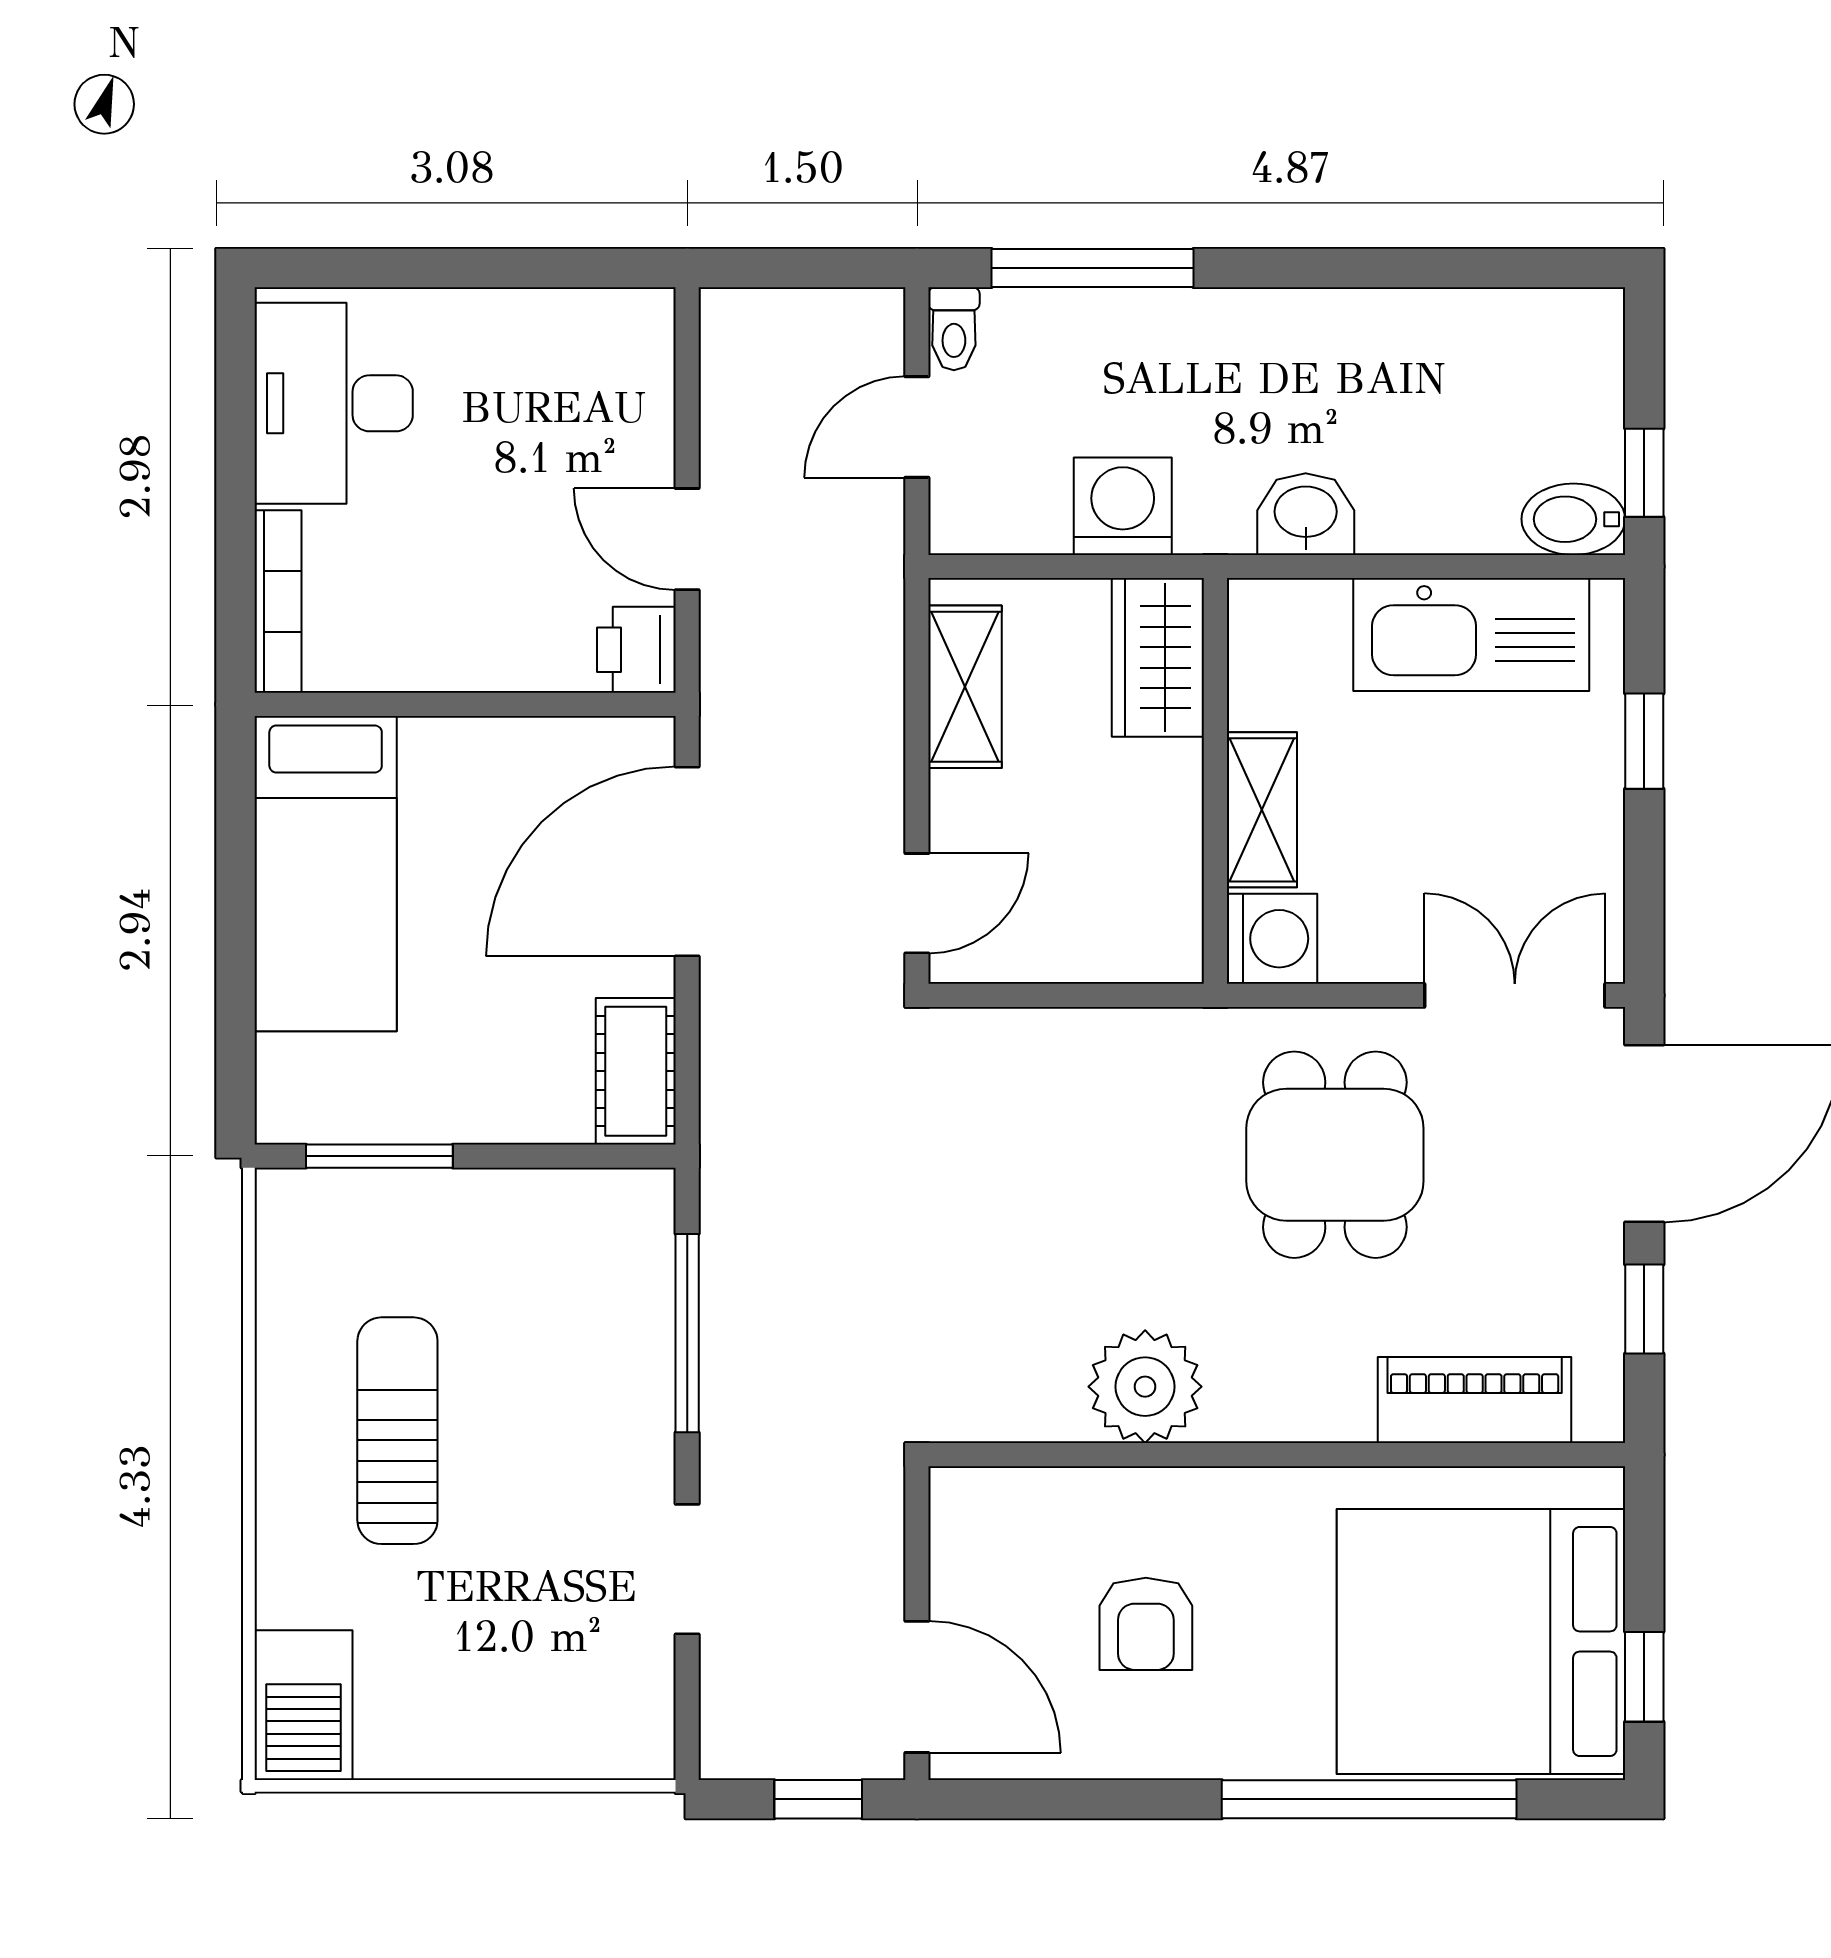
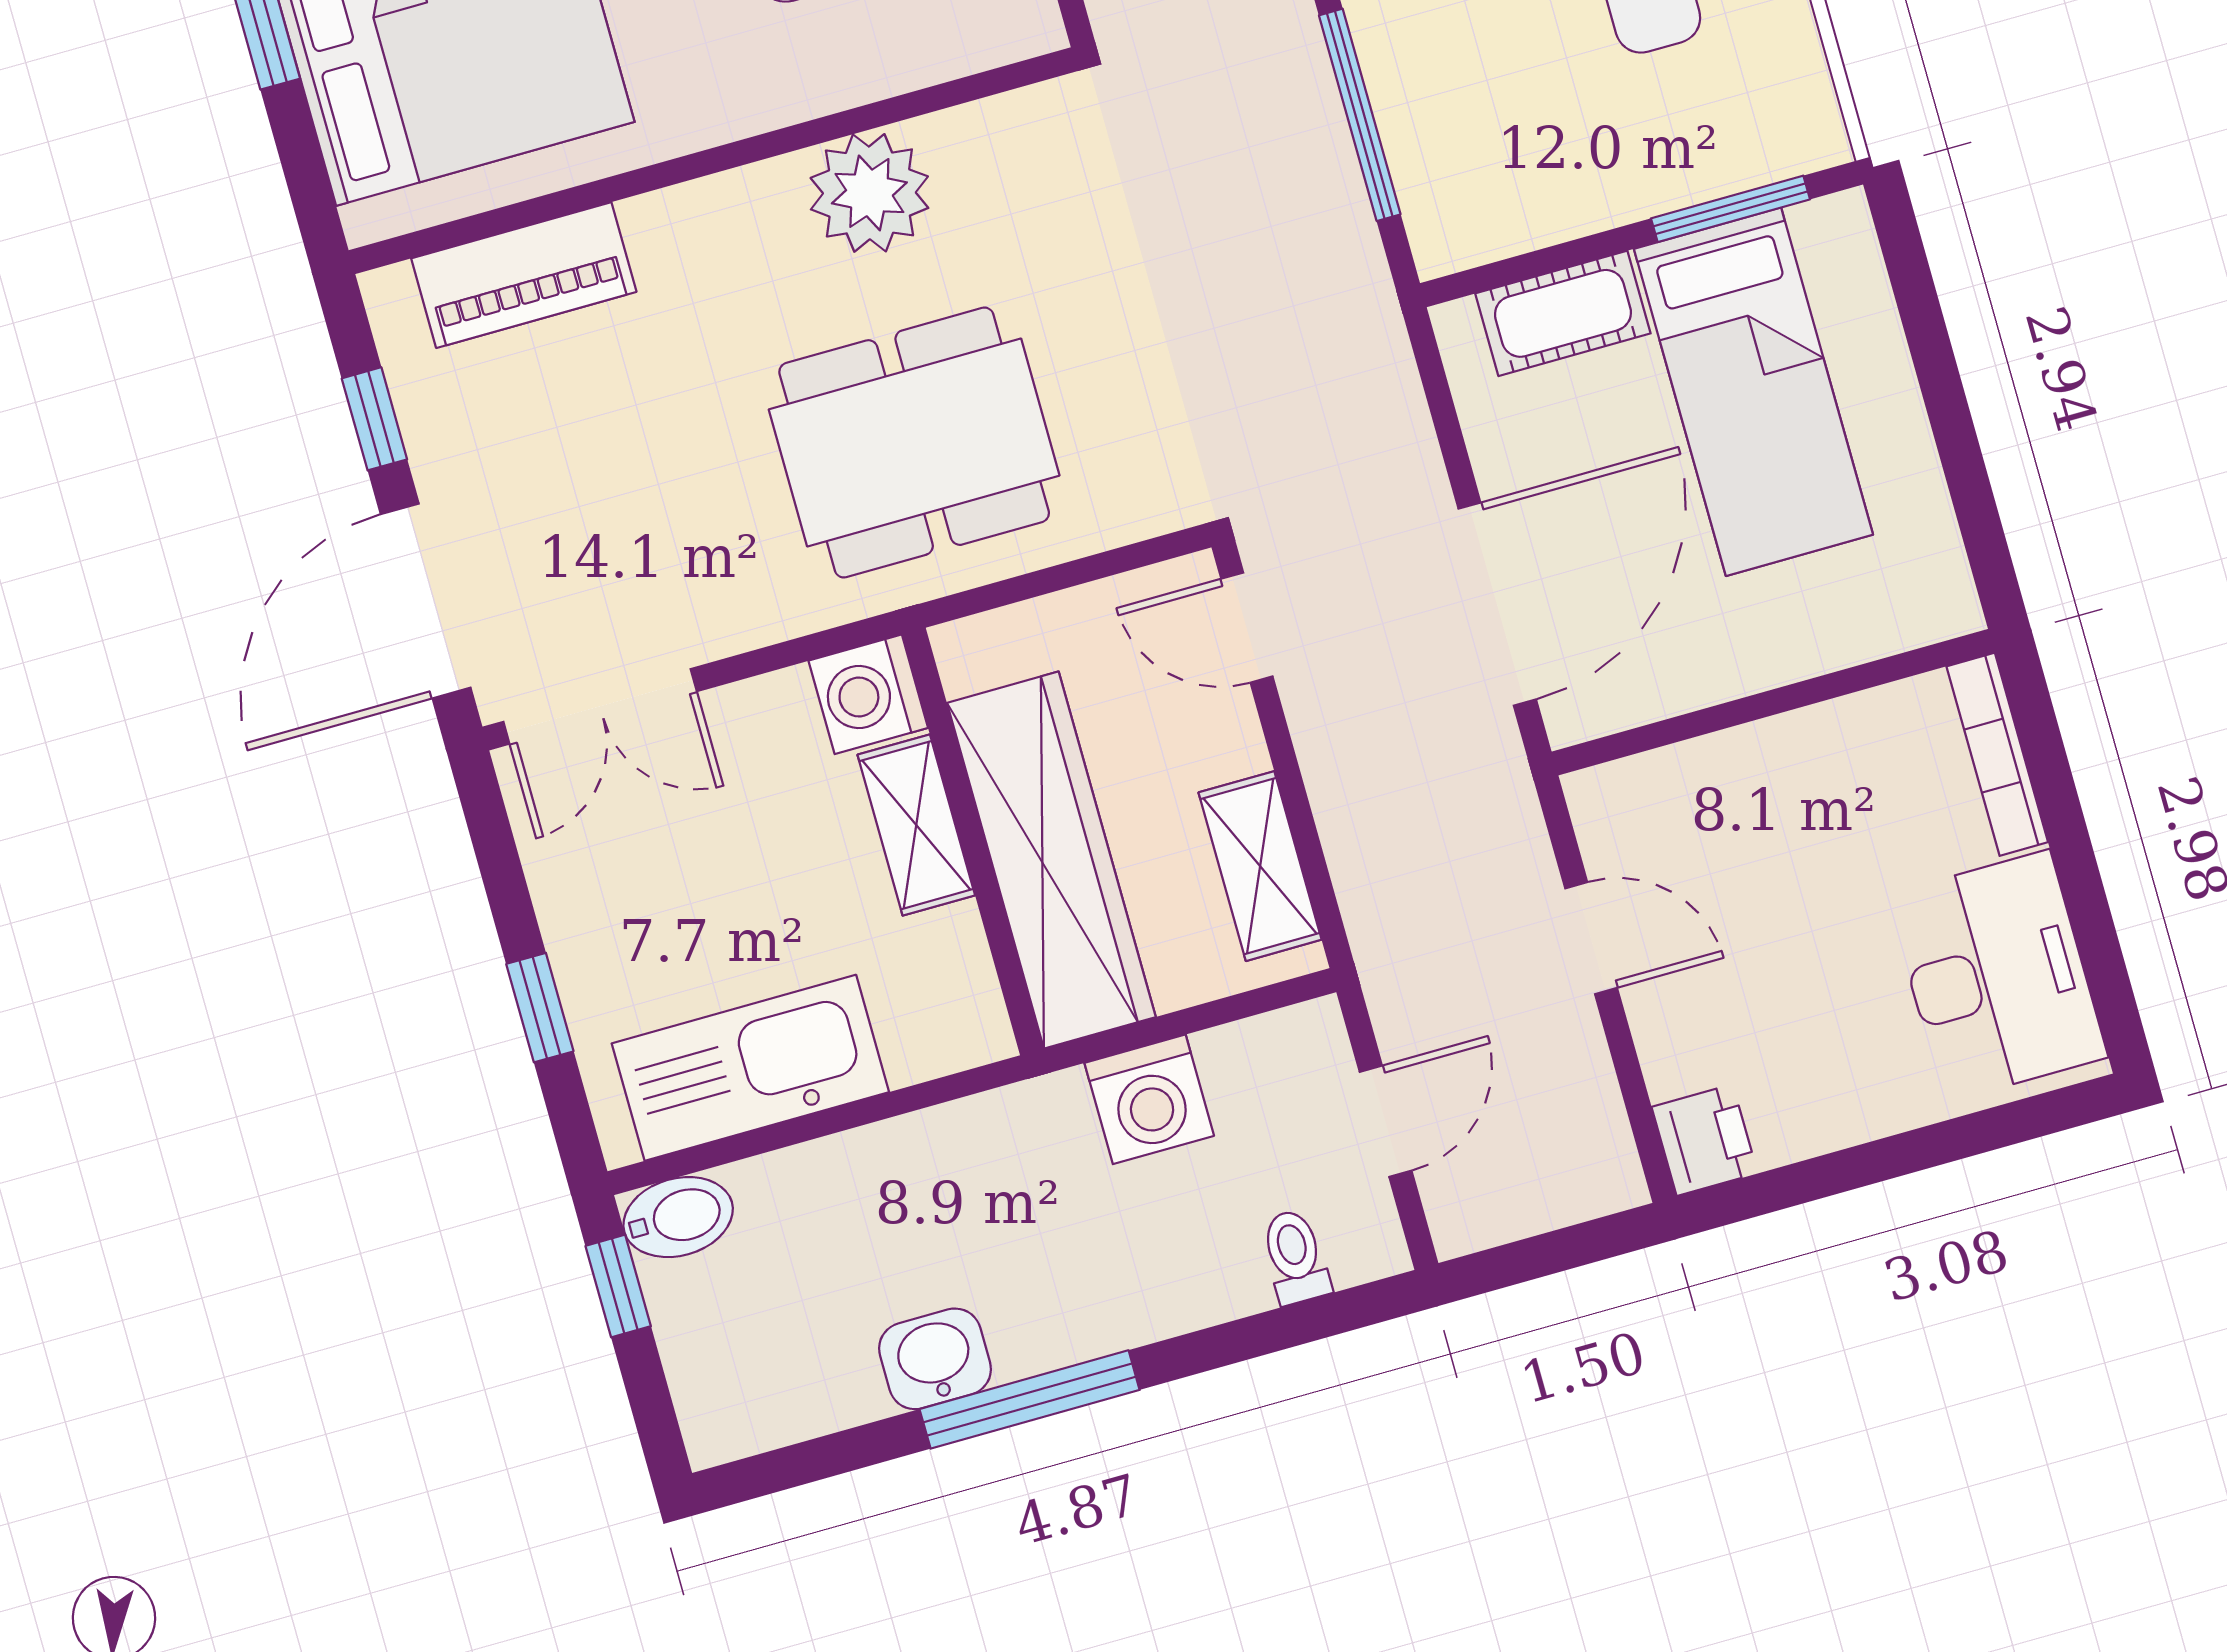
window: (1092, 268) -> (1030, 1399), moved
toilet: (954, 329) -> (1295, 1257), moved
washbasin: (1306, 514) -> (935, 1359), moved, turned 180
printer: (636, 650) -> (1705, 1140), moved
wardrobe: (1158, 657) -> (1051, 860), width x2.10, depth x1.17
bed: (326, 874) -> (1753, 392), moved, turned 180
door: (917, 903) -> (1247, 628), hinge flipped
cot: (636, 1071) -> (1563, 313), moved, turned 90
dining table: (1335, 1155) -> (914, 443), moved, width x1.38

